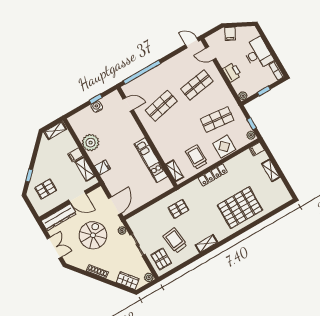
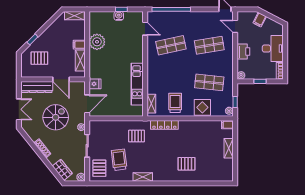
fridge: (102, 167) -> (95, 84), moved
locker: (213, 175) -> (164, 125), moved
pallet: (240, 208) -> (186, 164), width x0.49, depth x0.50

